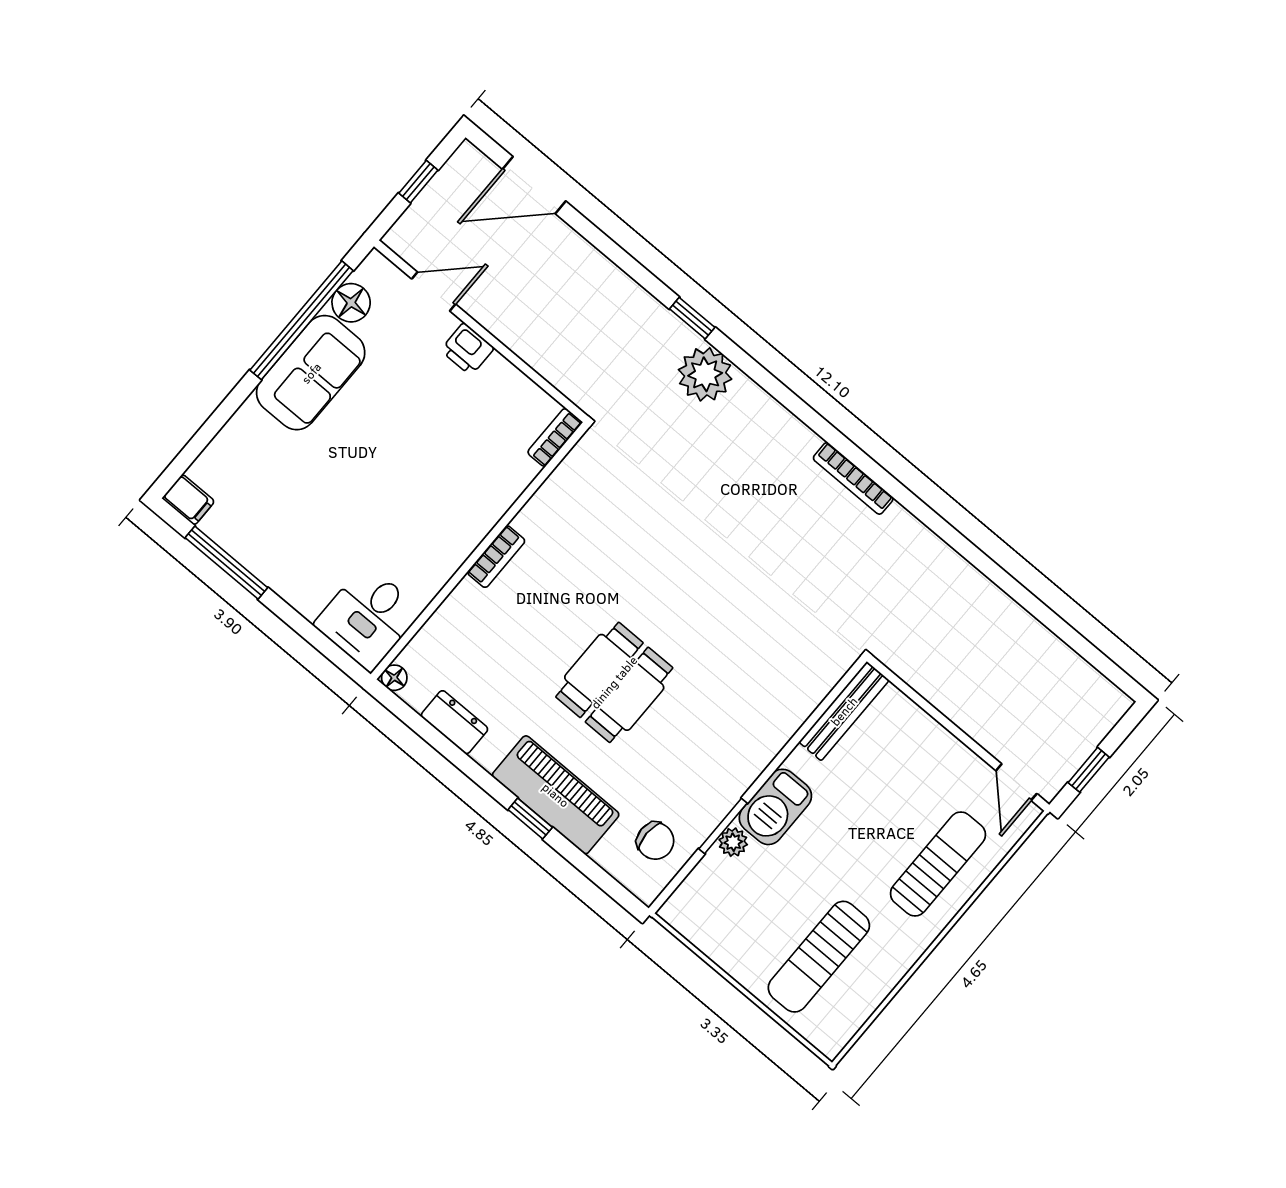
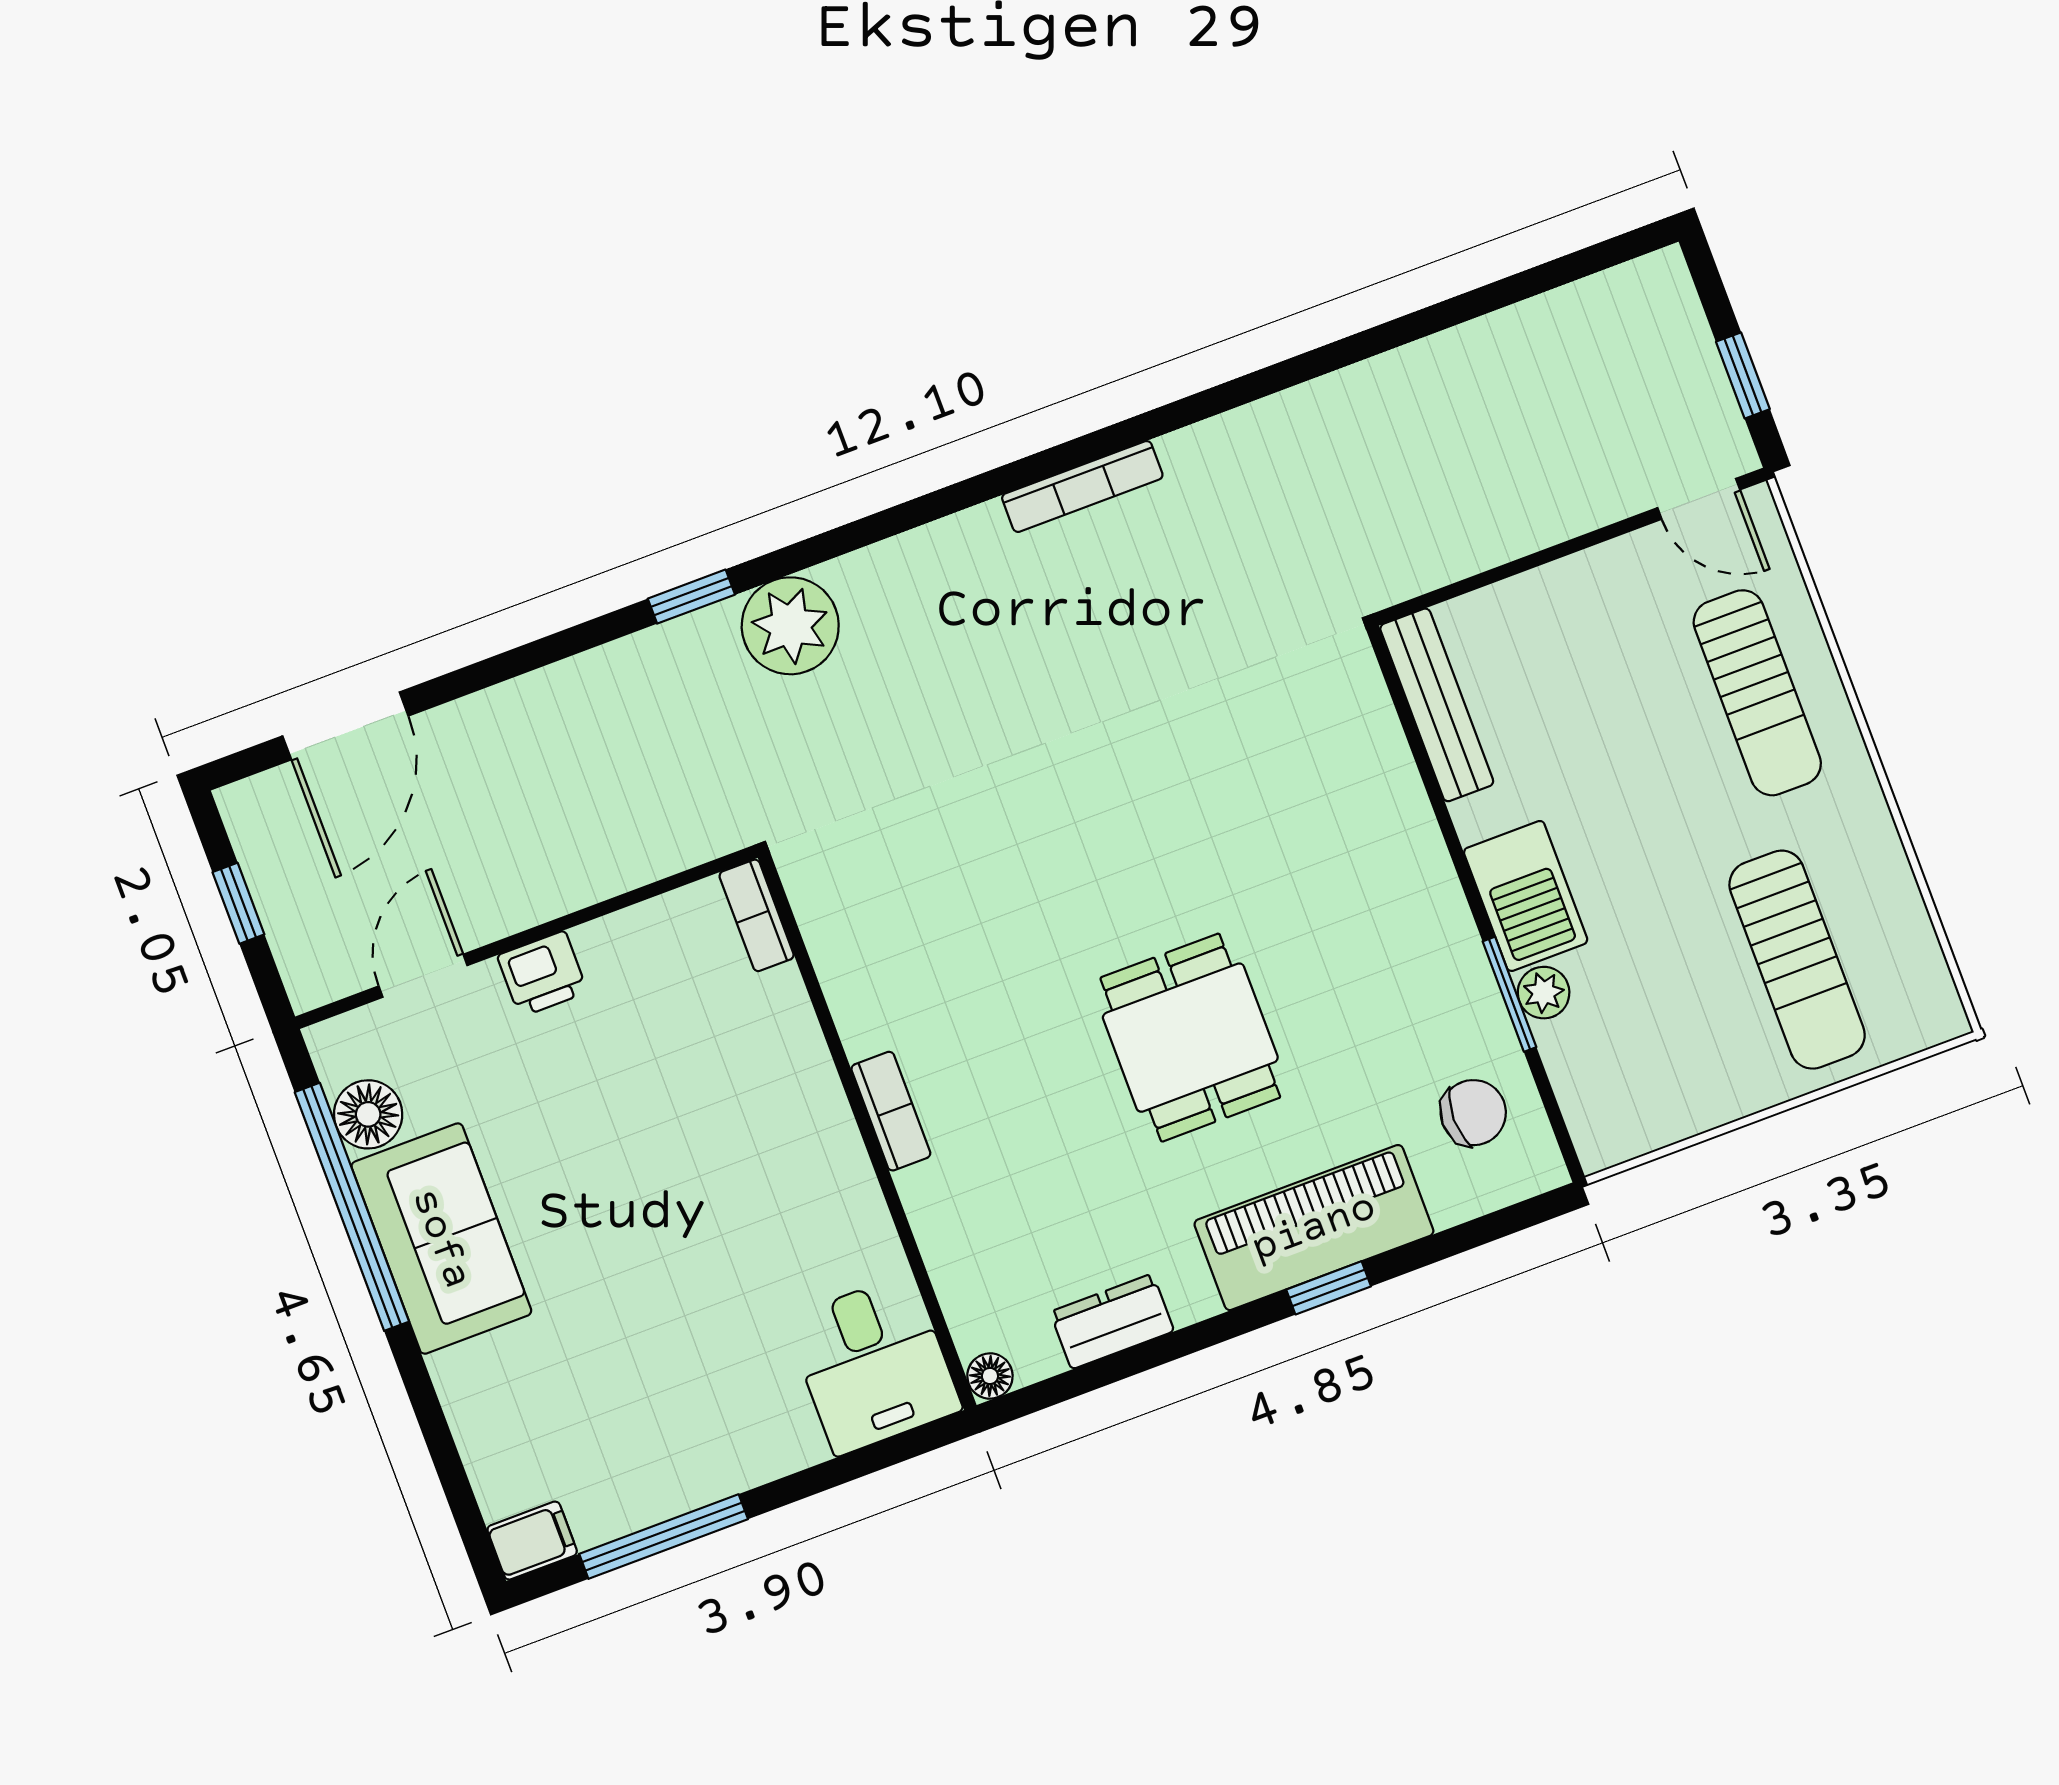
sun lounger: (938, 864) -> (1757, 693), turned 180

